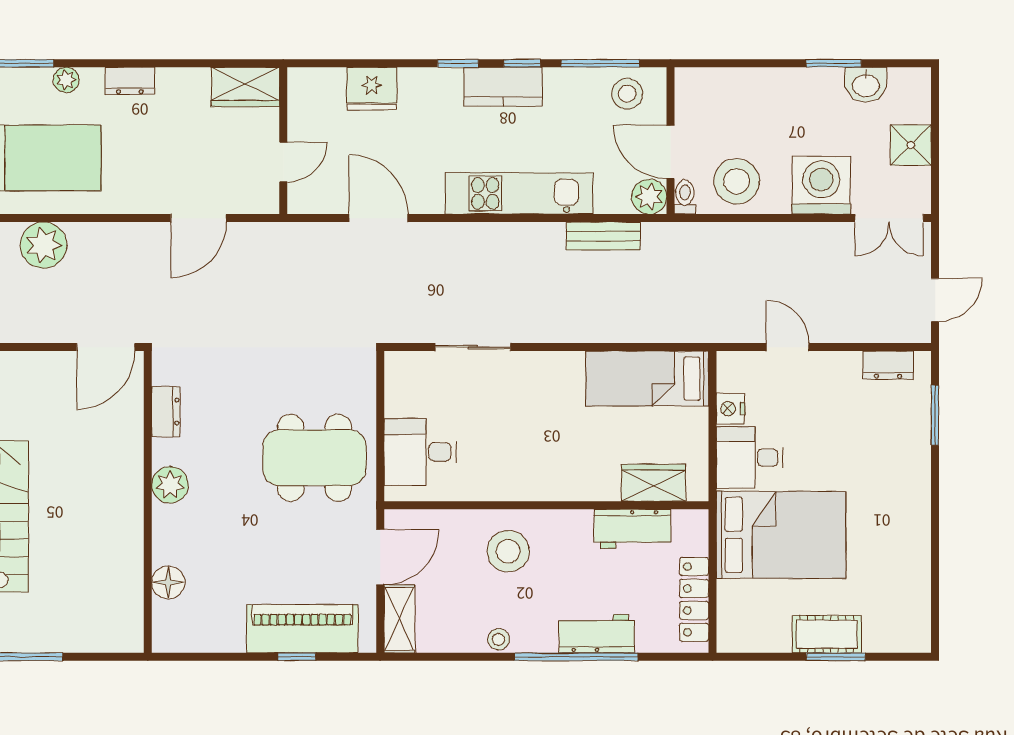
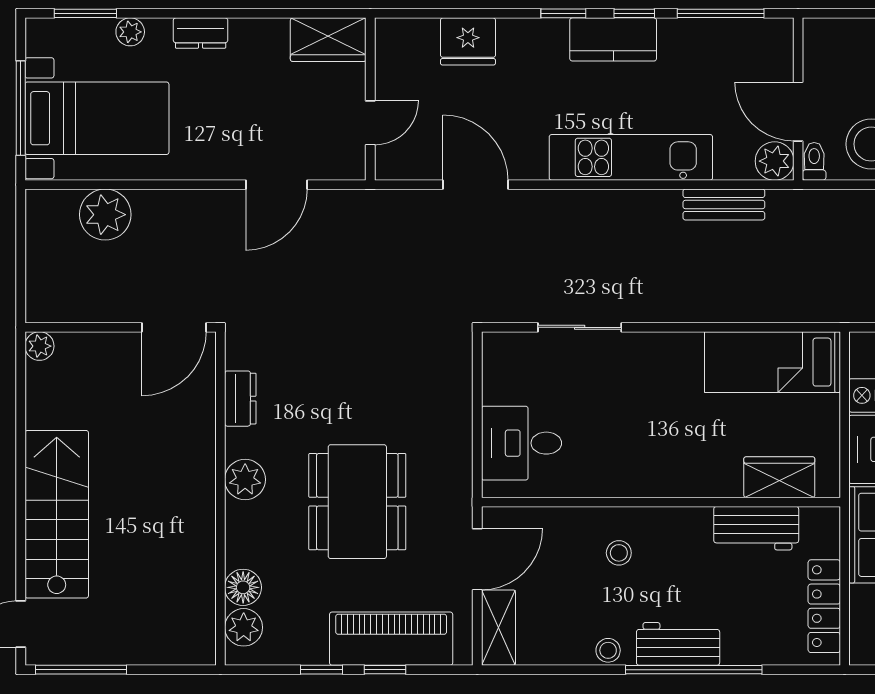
stool: (627, 94) -> (750, 47), removed
dining table: (314, 458) -> (357, 502), moved, turned 90
stool: (508, 551) -> (619, 553), width x0.53, depth x0.53
plant: (169, 619) -> (244, 627), added
workbench: (597, 634) -> (678, 644), moved
window: (239, 657) -> (321, 670), added

